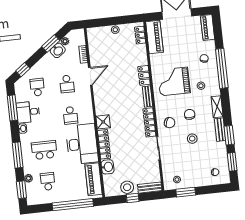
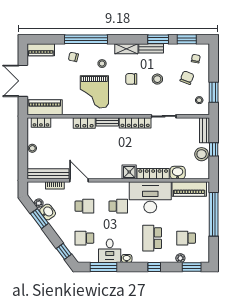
bench: (93, 47) -> (48, 174), added
chair: (170, 123) -> (187, 78), moved
window: (18, 155) -> (154, 267), width x0.46

